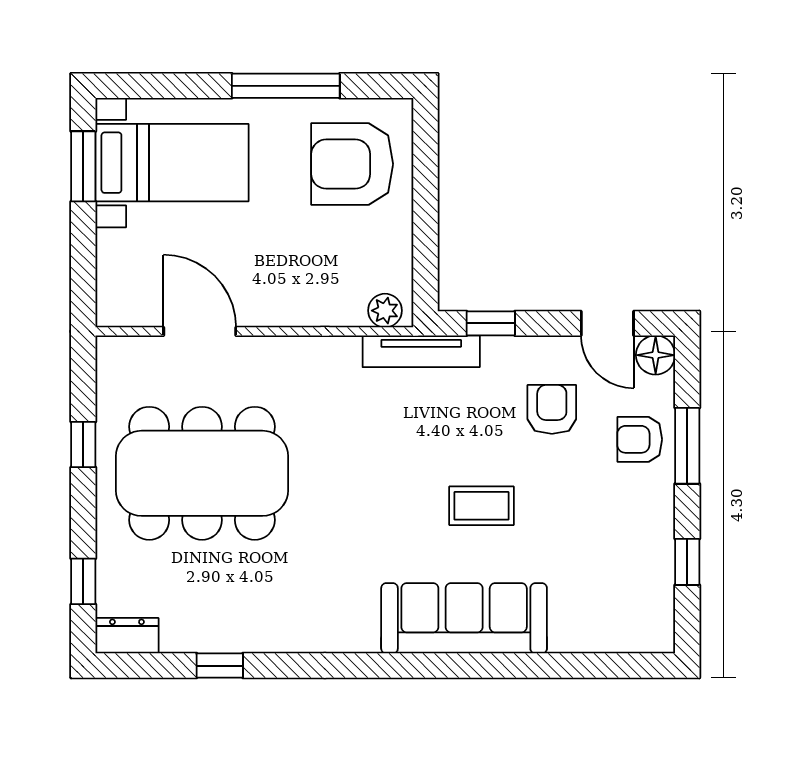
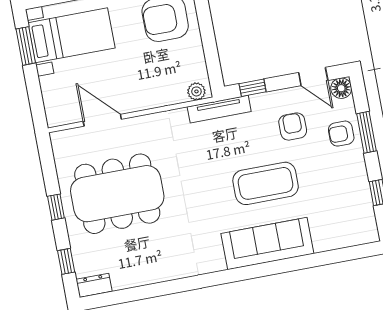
window: (83, 444) -> (56, 207), moved
coffee table: (481, 506) -> (266, 183), width x1.86, depth x1.72
window: (220, 666) -> (145, 292), removed

